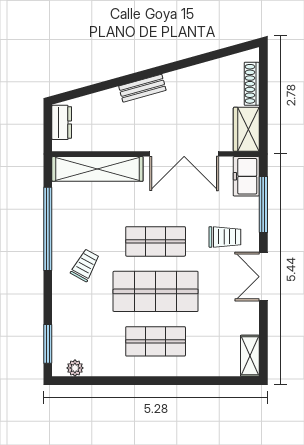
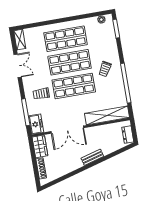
double door: (184, 154) -> (67, 130), swing flipped
shop shelf: (156, 241) -> (74, 86), width x1.43, depth x1.36
double door: (263, 277) -> (18, 66), moved
shop shelf: (156, 341) -> (66, 39), width x1.43, depth x1.36

